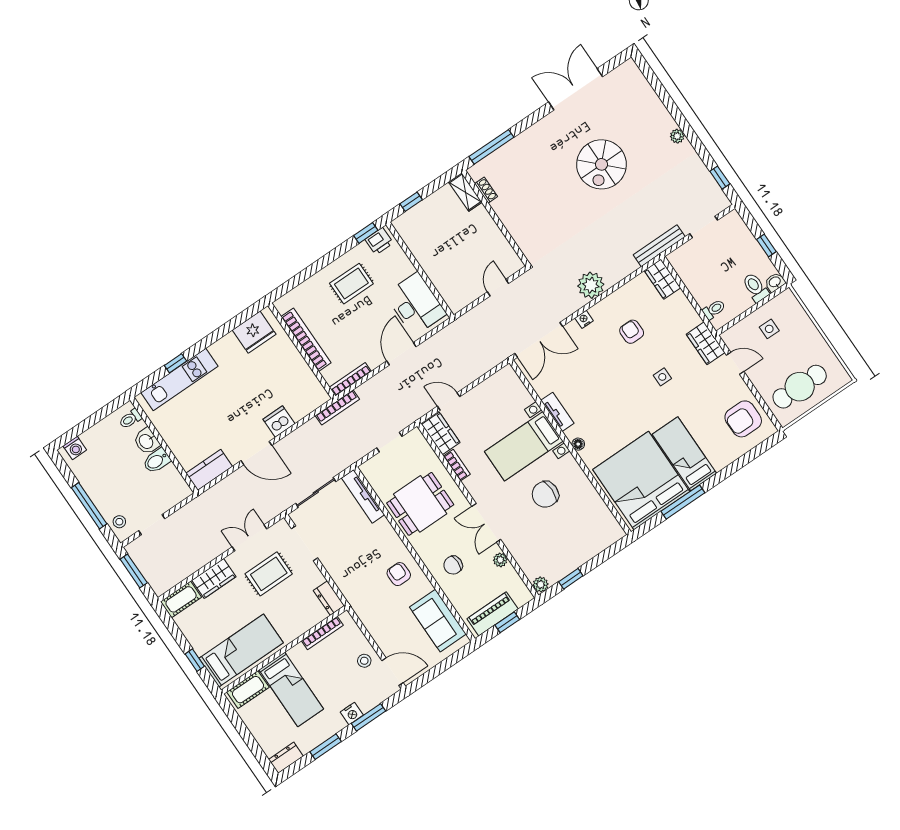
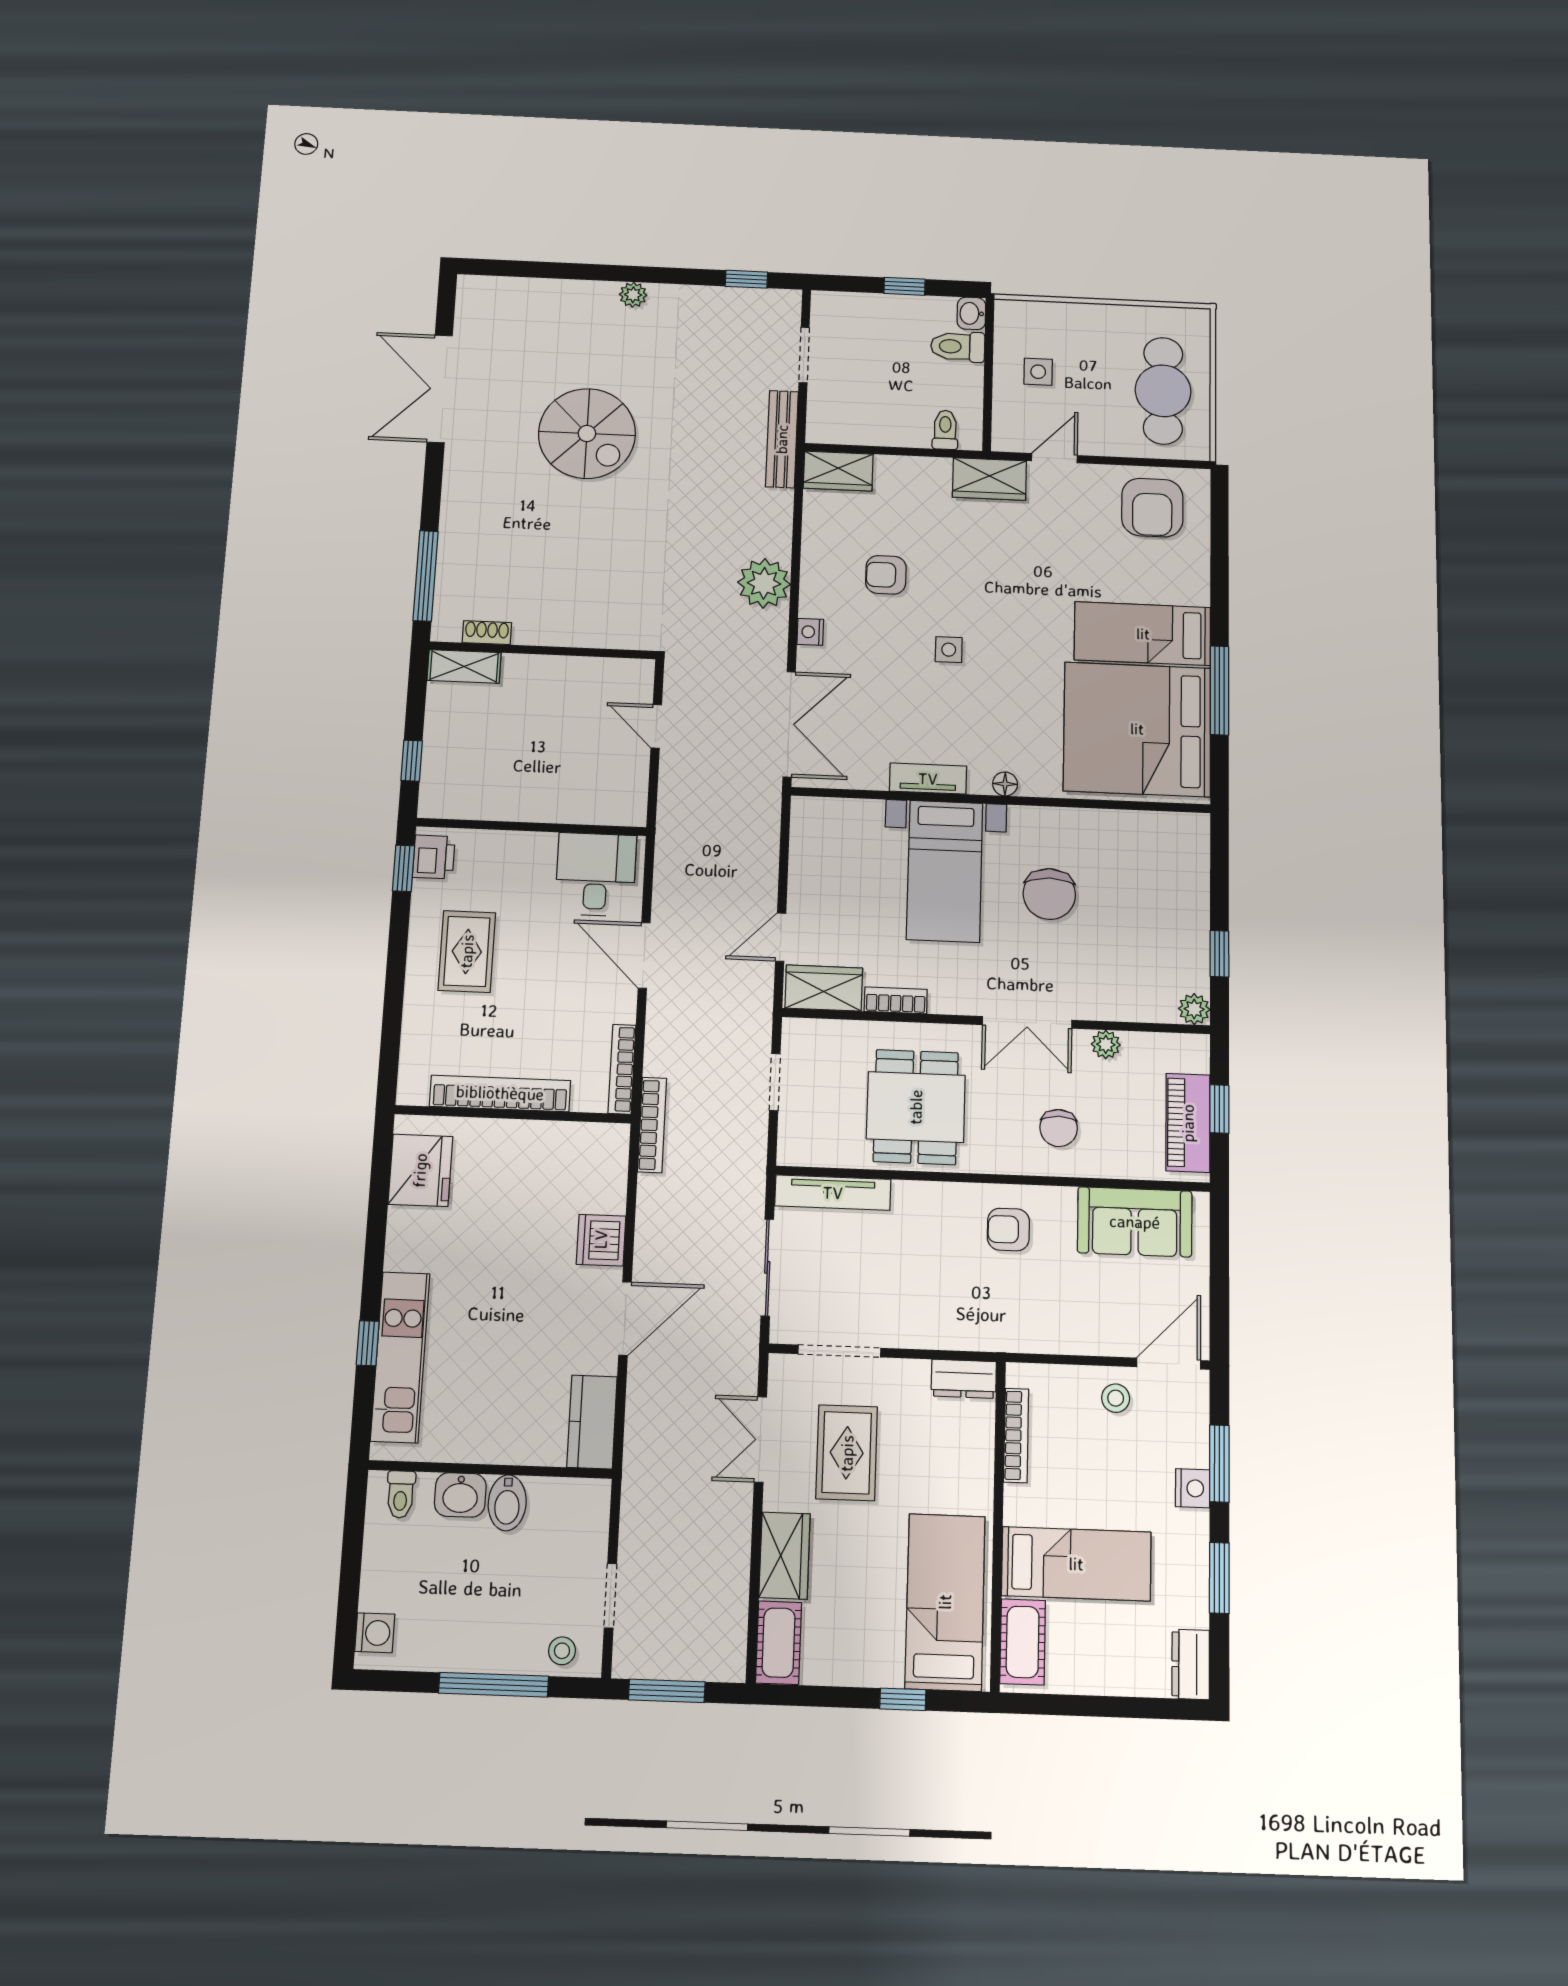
desk: (416, 304) -> (596, 874), width x0.73
side table: (662, 377) -> (949, 650), moved

